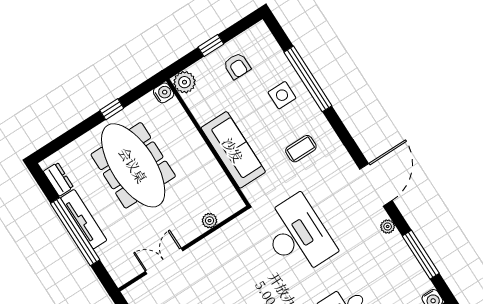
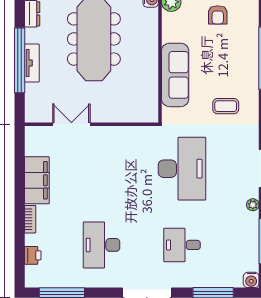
side table: (282, 95) -> (237, 58), removed
tv unit: (84, 219) -> (32, 63), width x0.71
plant: (210, 221) -> (124, 116), removed

